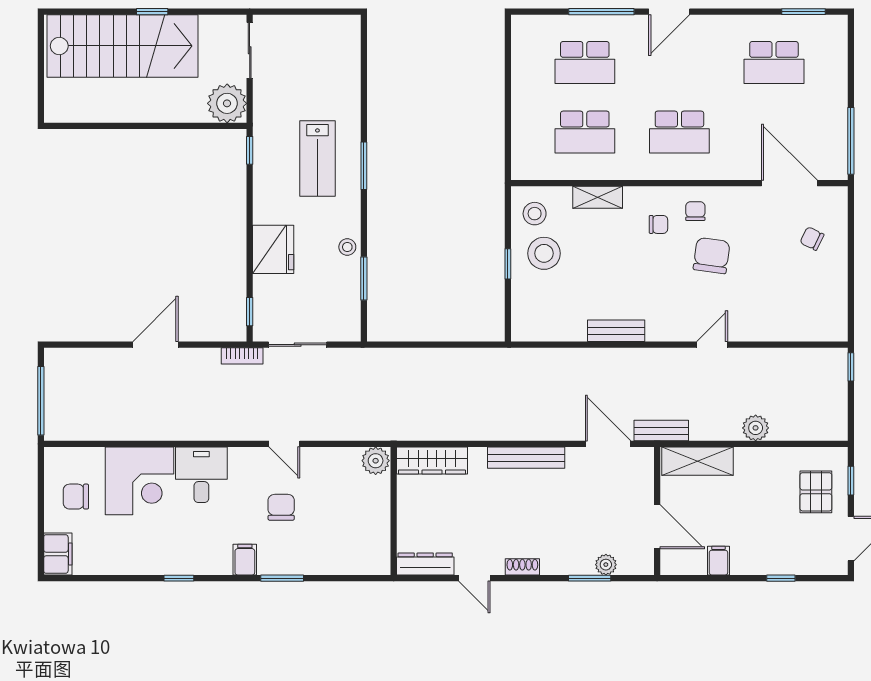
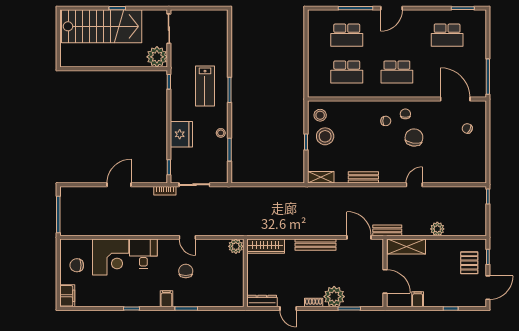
shelving: (598, 197) -> (321, 177), moved
plant: (606, 565) -> (334, 297), moved, width x1.88, depth x1.88

